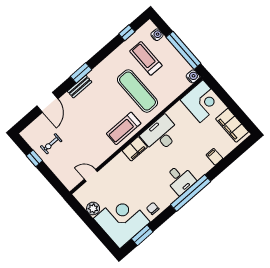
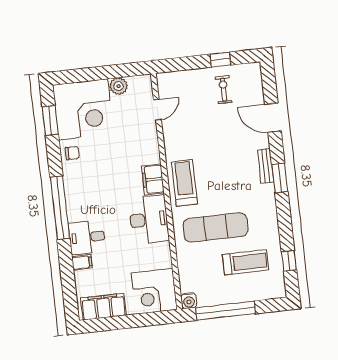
water cooler: (157, 35) -> (263, 293), removed
desk: (180, 179) -> (87, 237), moved

